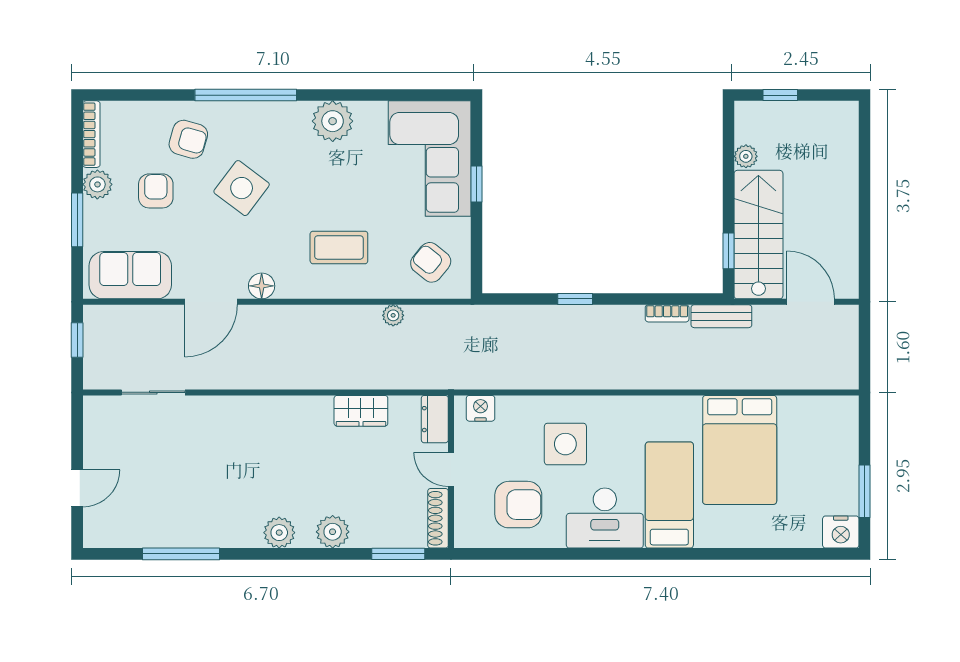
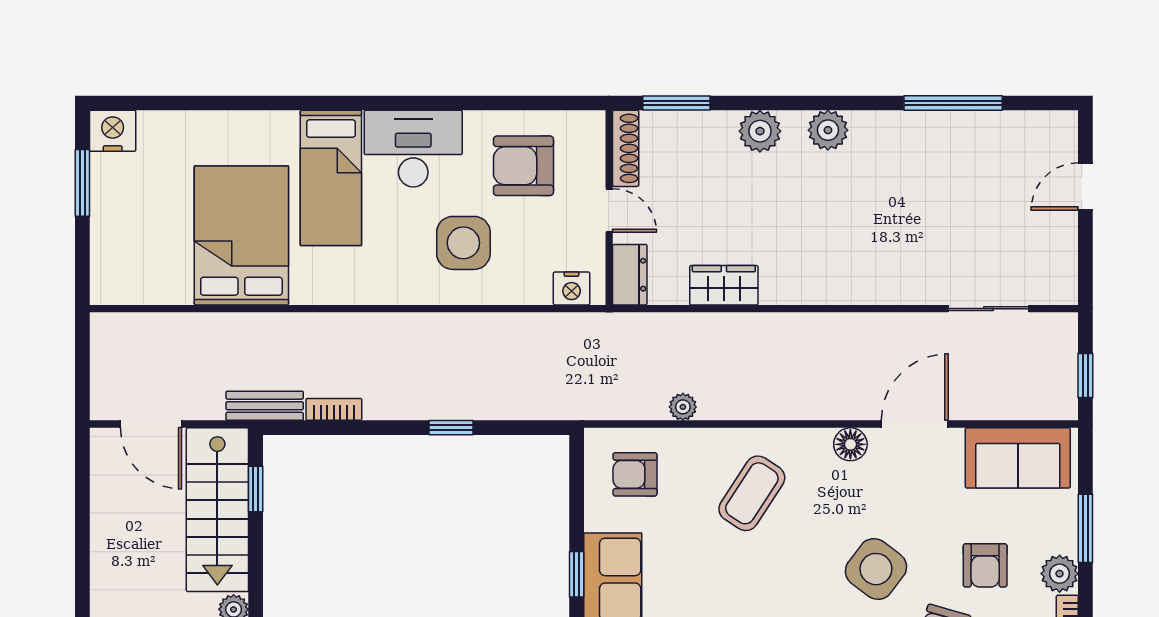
coffee table: (339, 247) -> (752, 493), turned -57
armchair: (431, 262) -> (635, 474), turned 141

